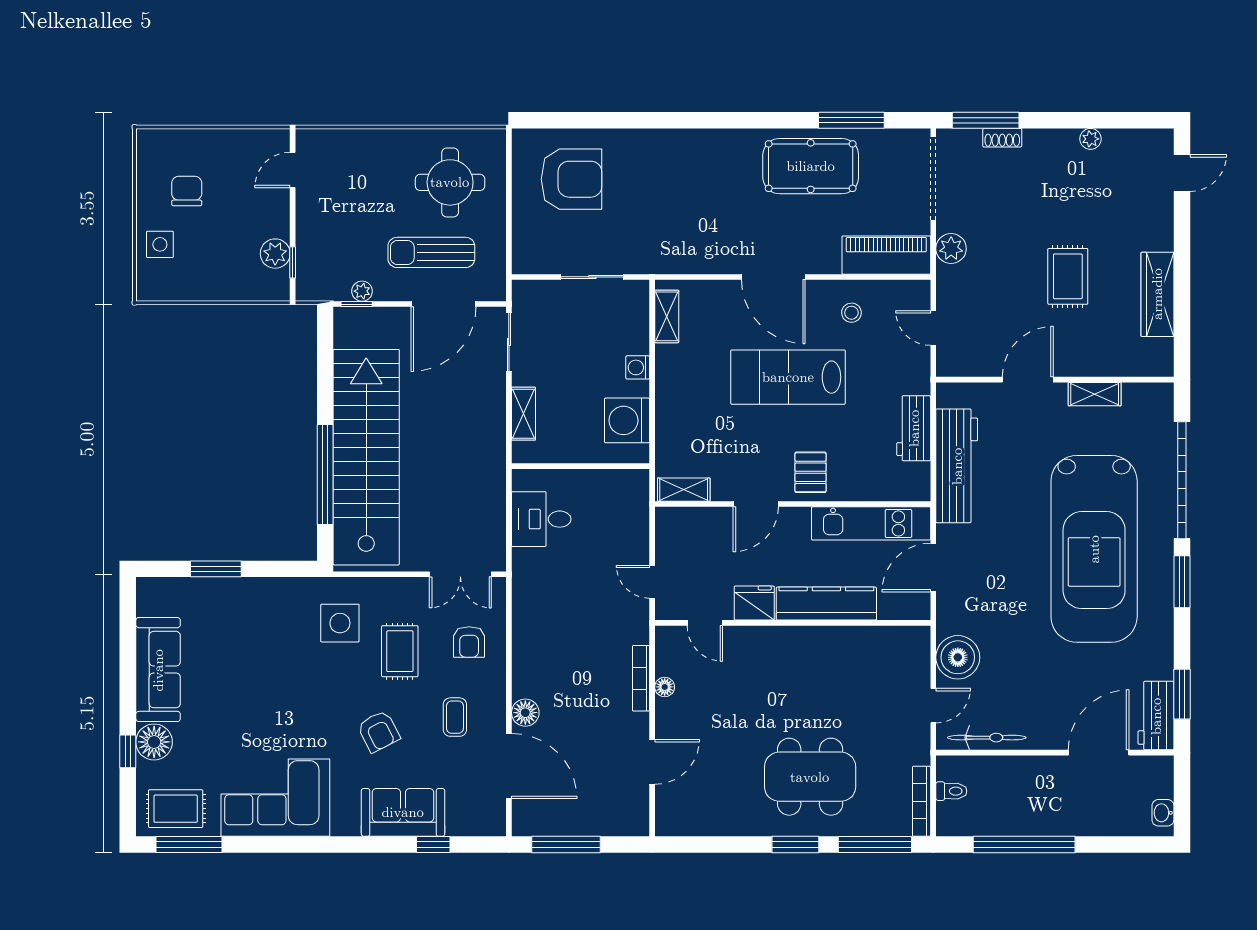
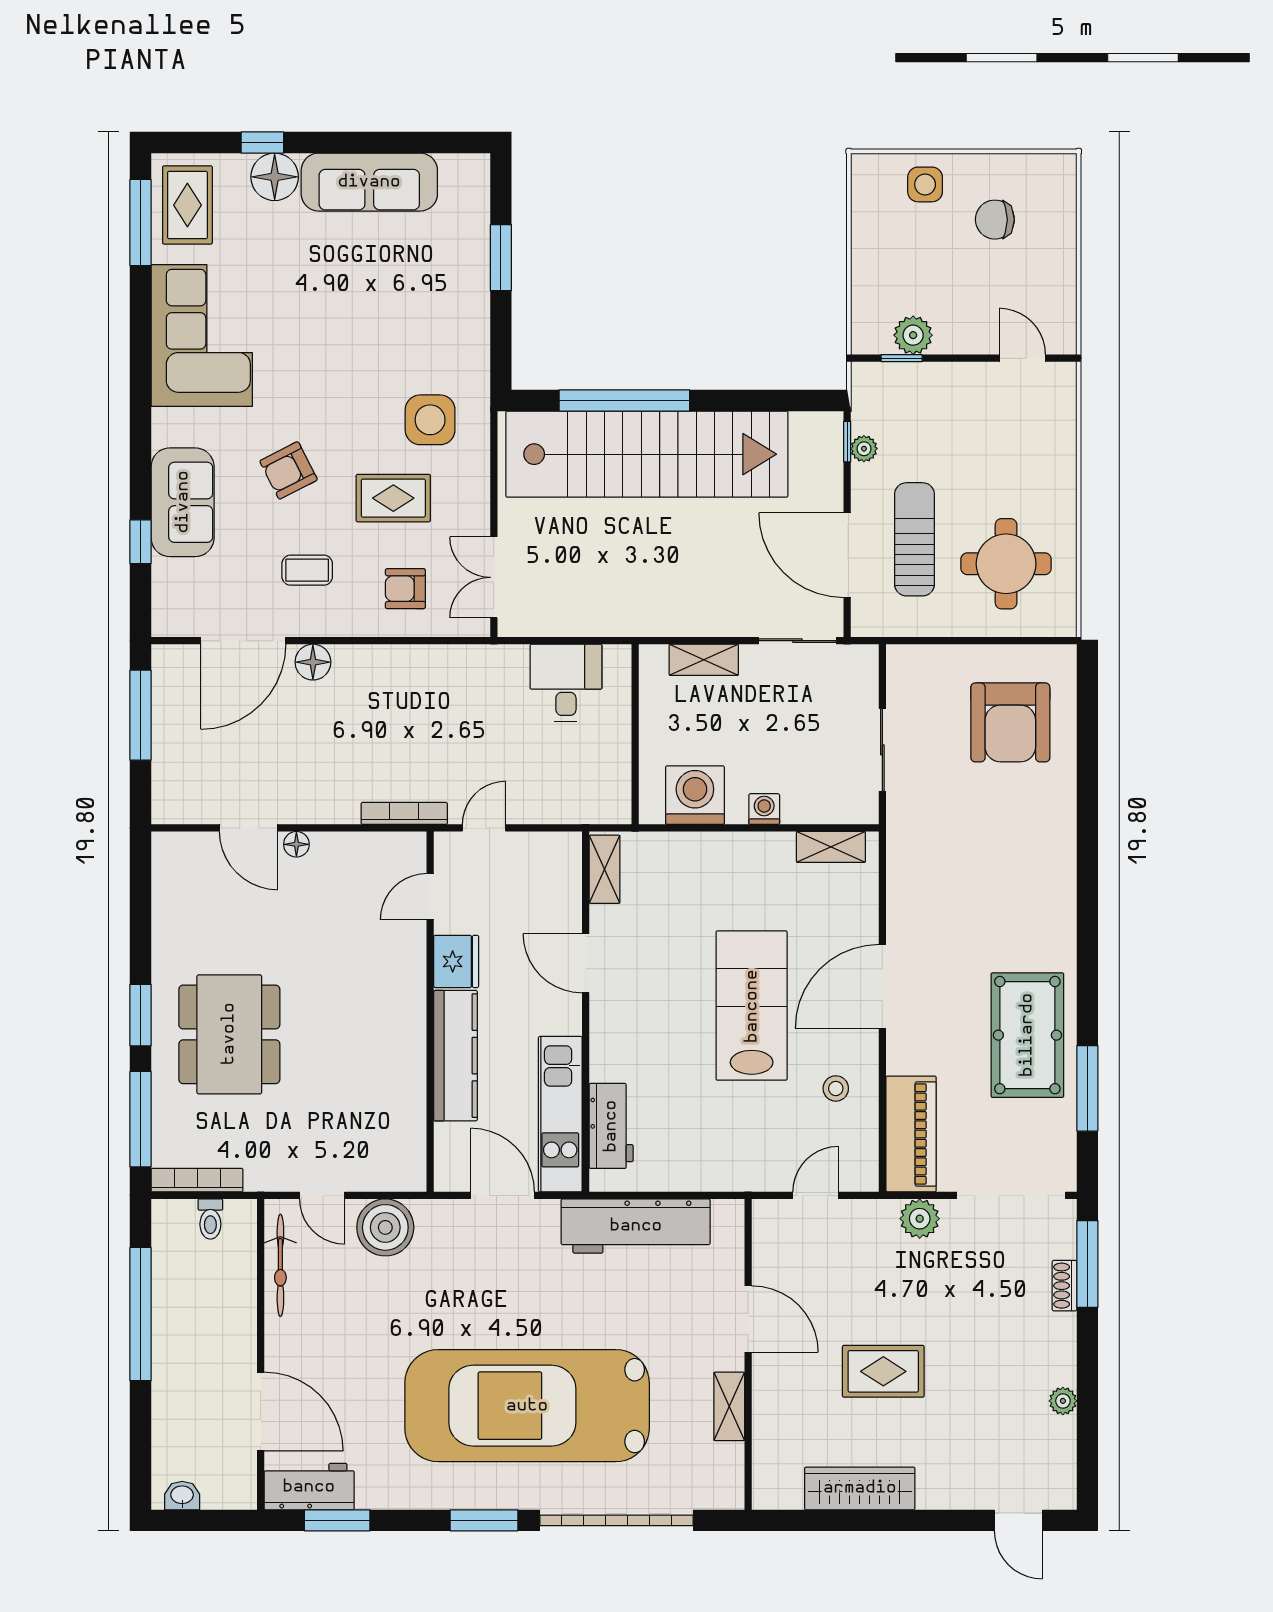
chair: (187, 191) -> (995, 220), turned 180
workbench: (914, 428) -> (611, 1126), moved, turned 90
pallet: (811, 472) -> (627, 1035), removed
bookcase: (641, 678) -> (404, 813), moved
floor lamp: (665, 687) -> (296, 844), moved

